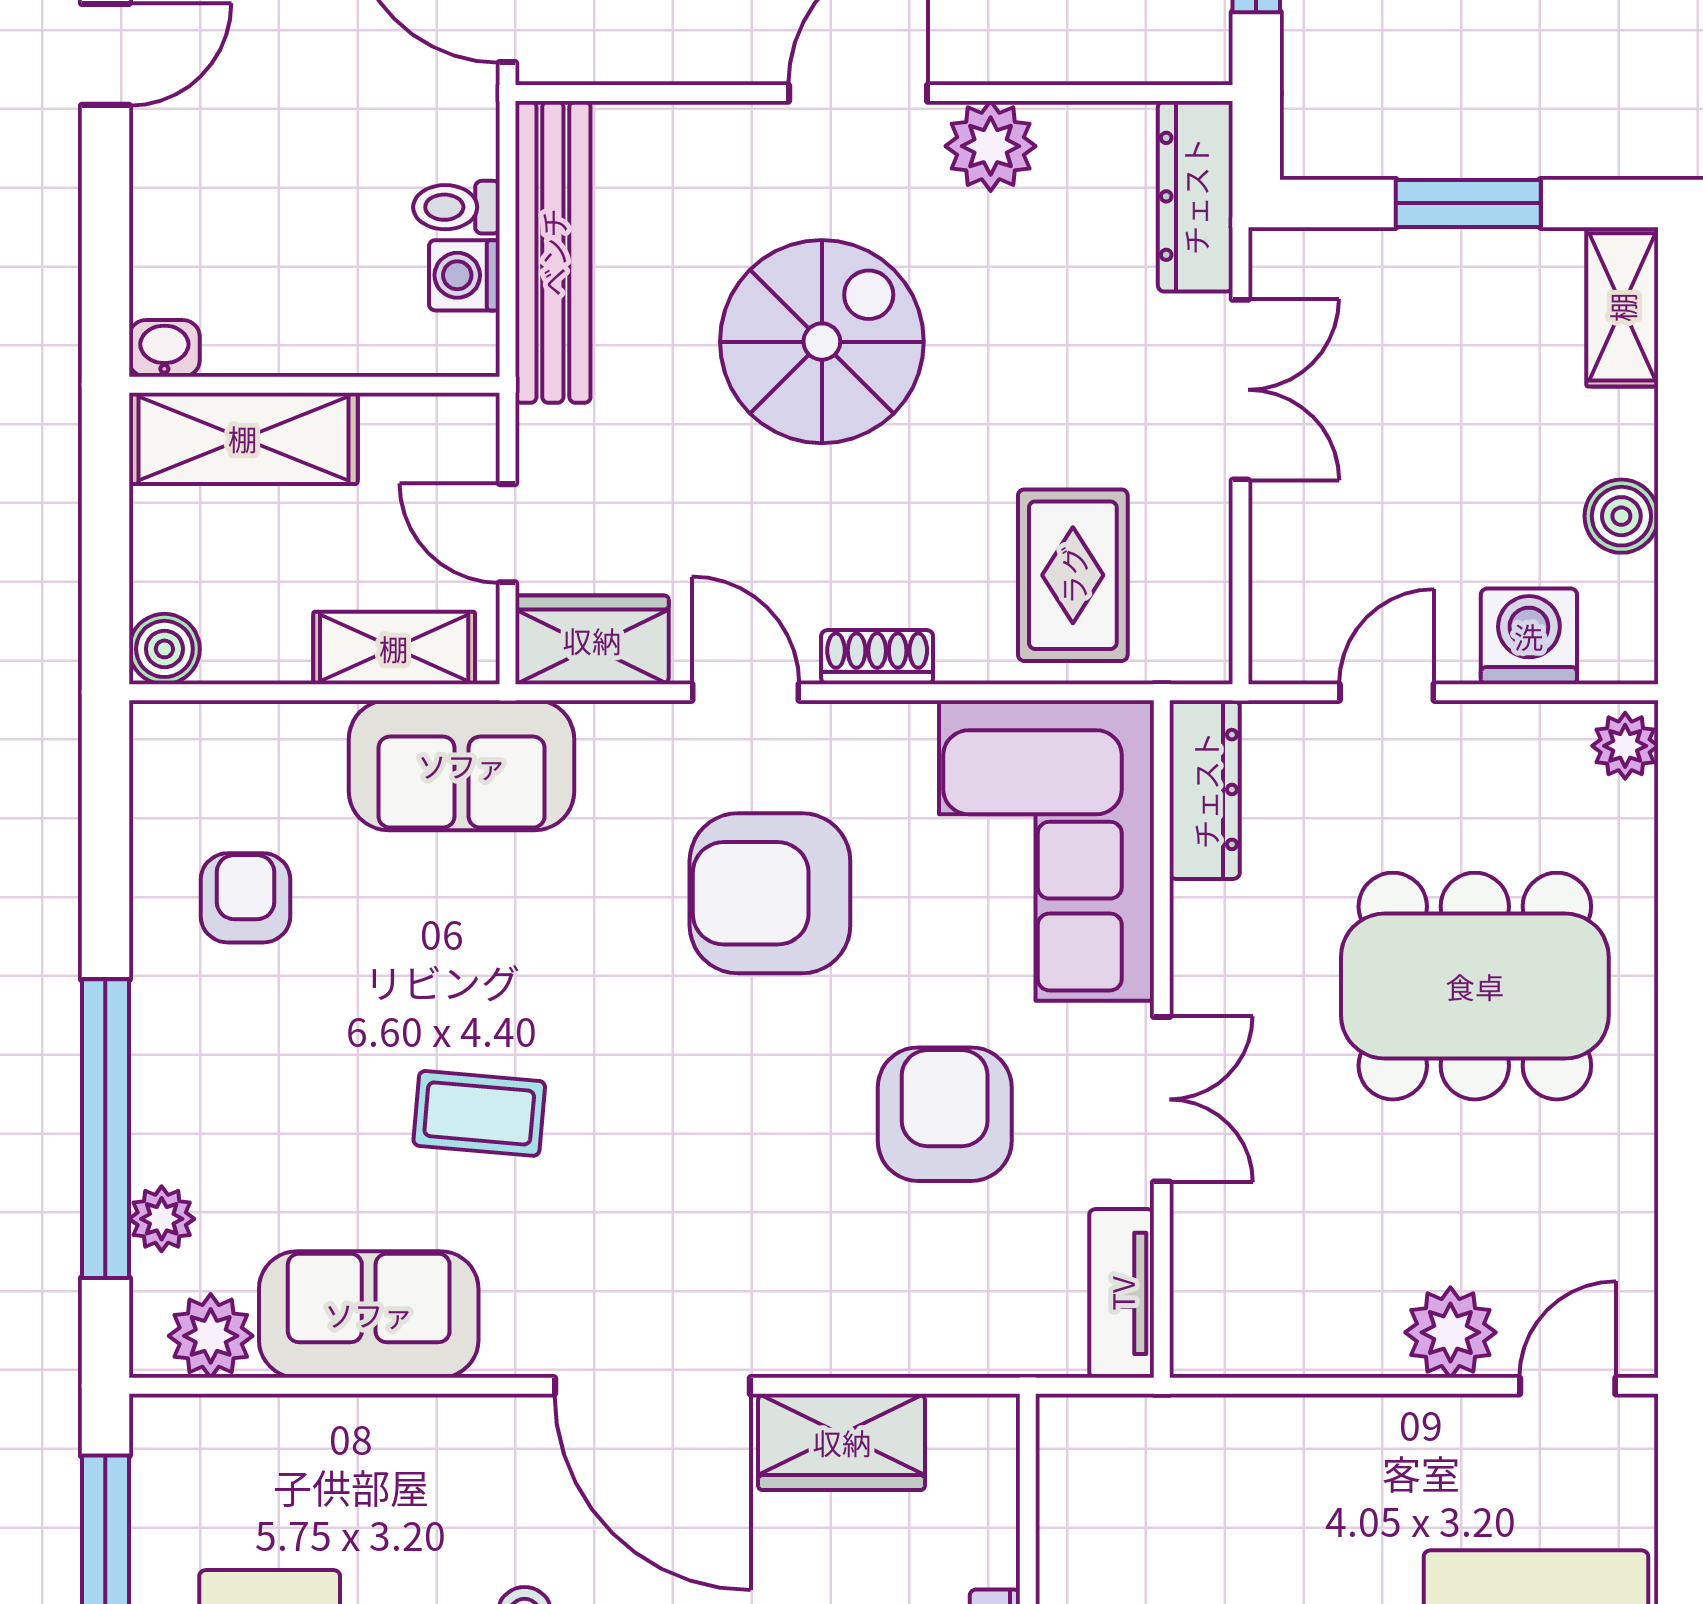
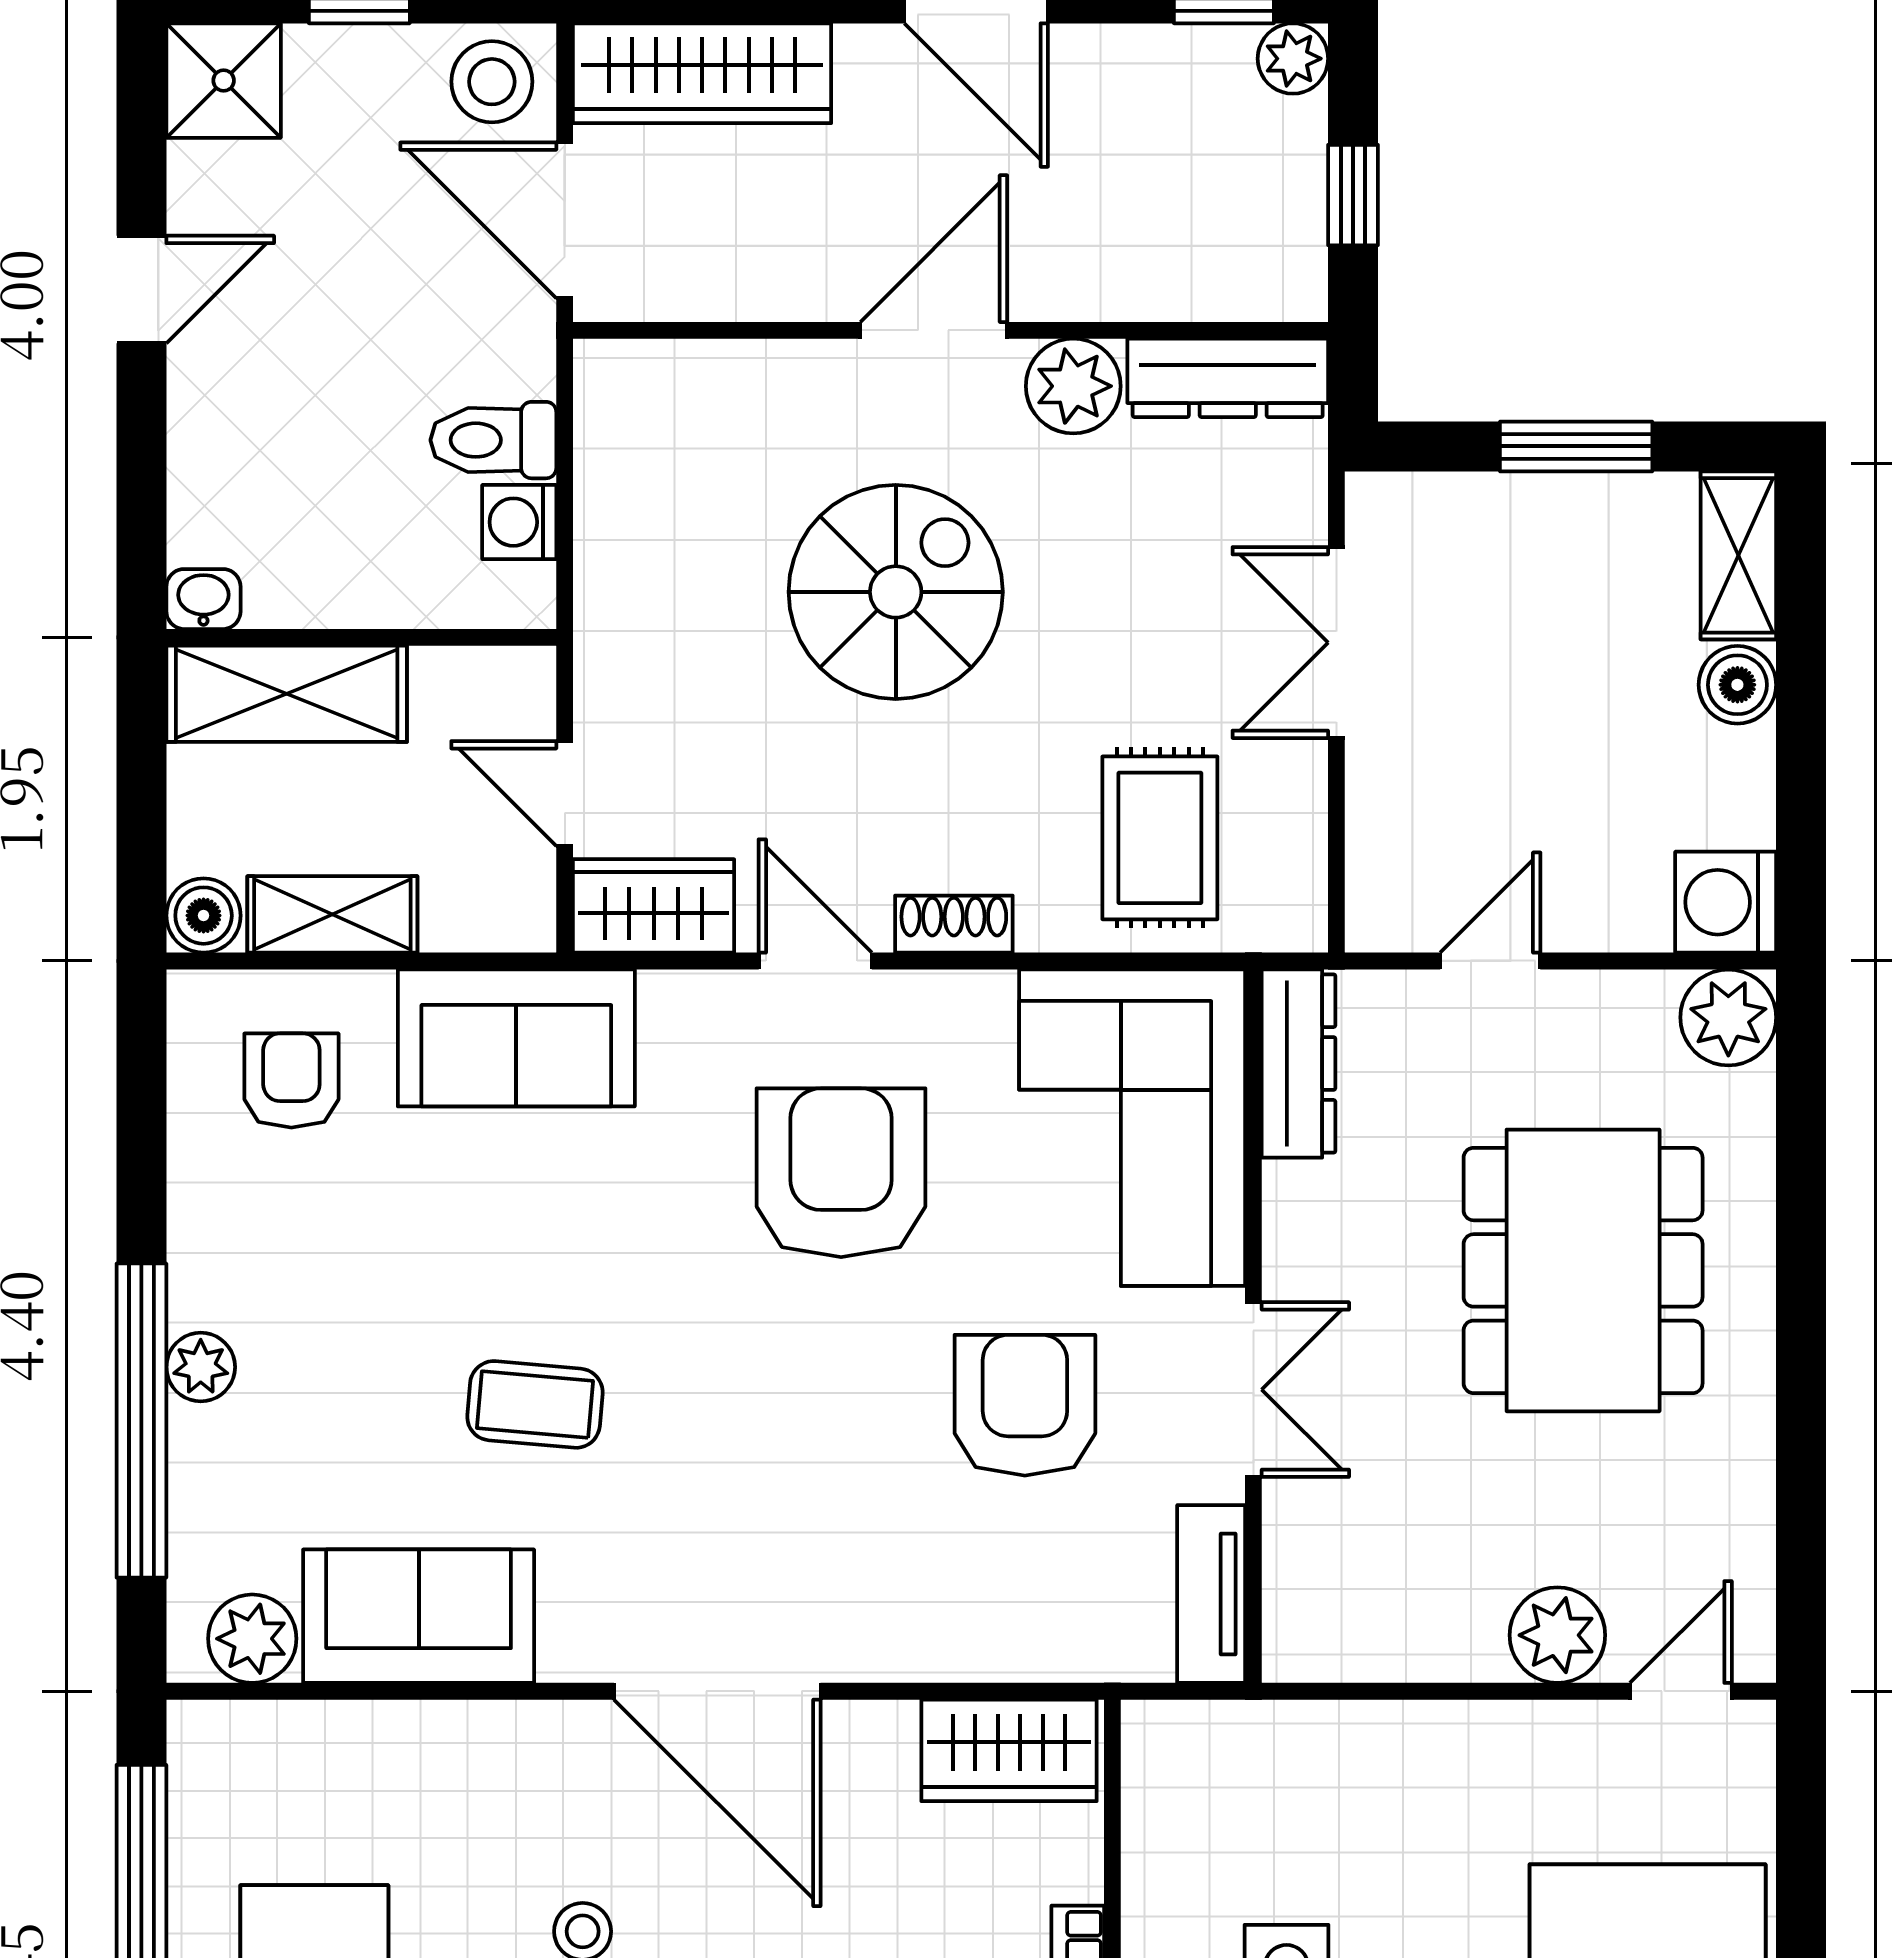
dresser: (1195, 196) -> (1228, 378), moved, turned -90
toilet: (456, 207) -> (493, 440), width x1.37, depth x1.39
bench: (553, 252) -> (613, 498), removed
double door: (1240, 390) -> (1336, 643), swing flipped
boiler: (1621, 516) -> (1737, 685), moved
washing machine: (1529, 636) -> (1726, 902), moved, turned -90
shelving: (394, 648) -> (332, 914), moved
plant: (1625, 746) -> (1728, 1017), width x1.38, depth x1.38
armchair: (770, 893) -> (841, 1173), turned 90
armchair: (246, 898) -> (291, 1080), moved
dining table: (1475, 986) -> (1583, 1270), turned 90
plant: (162, 1219) -> (201, 1367), moved
wardrobe: (842, 1442) -> (1009, 1750), moved

